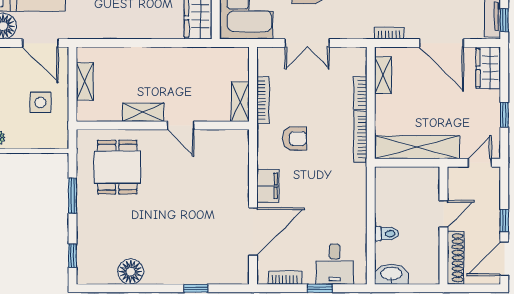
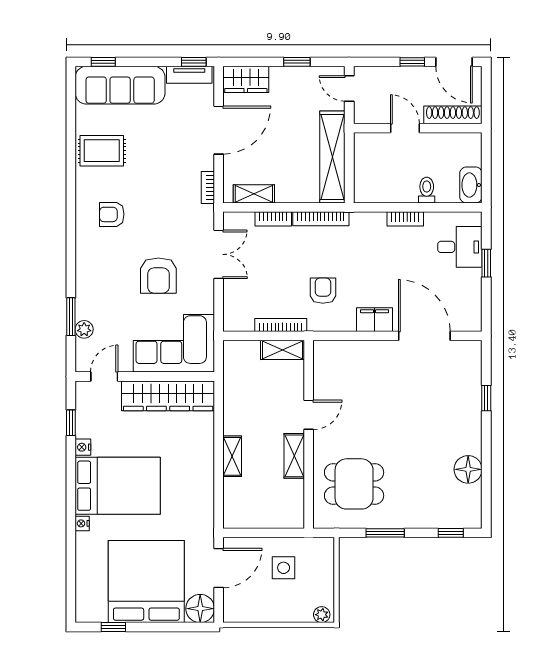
double door: (307, 43) -> (219, 254), moved
shelving: (85, 81) -> (232, 456), moved, turned 90
bookcase: (285, 278) -> (405, 219), moved, turned -90

